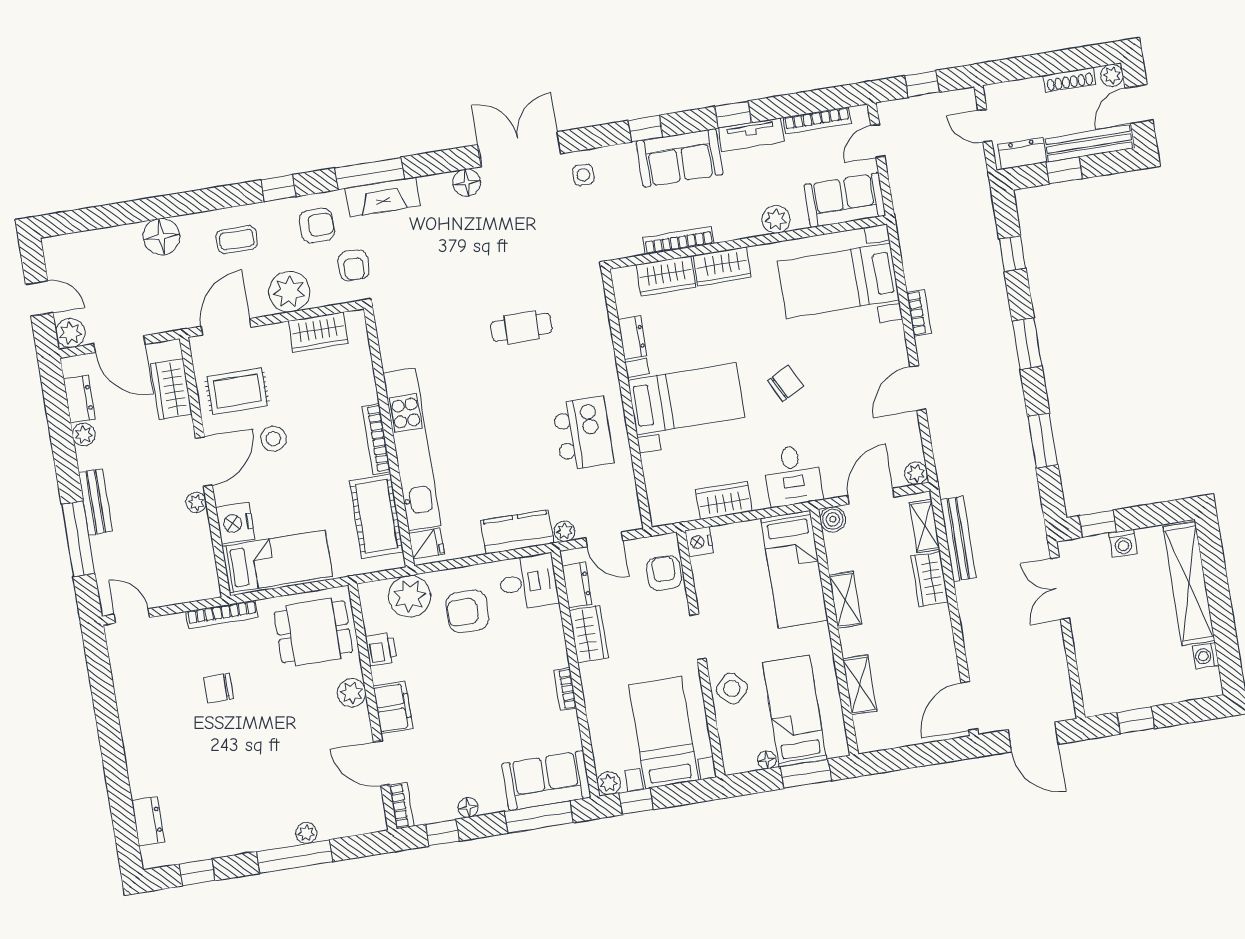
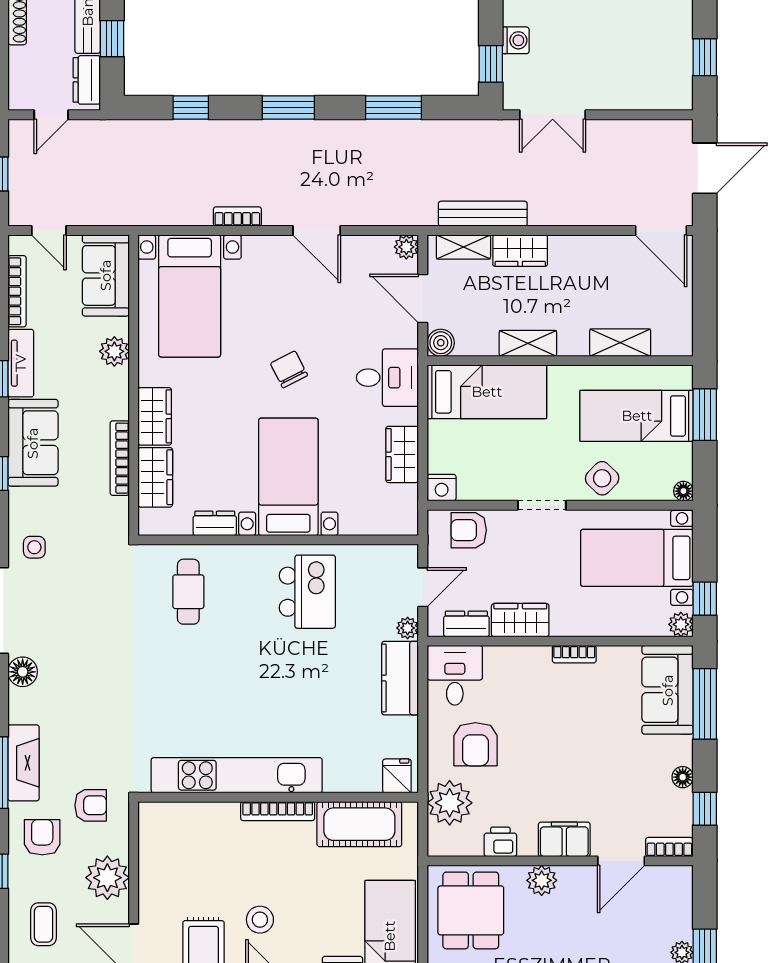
cafe table: (521, 327) -> (188, 592), moved
wardrobe: (318, 332) -> (155, 854), removed
kitchen island: (583, 433) -> (307, 592), turned 90
kitchen unit: (412, 449) -> (237, 775), moved
floor lamp: (767, 760) -> (683, 491), moved

